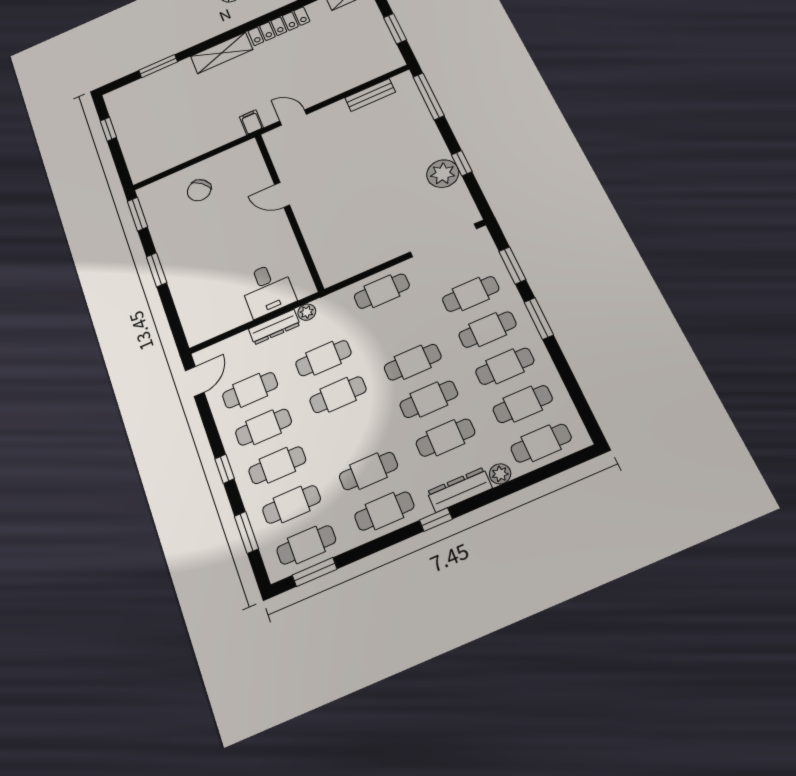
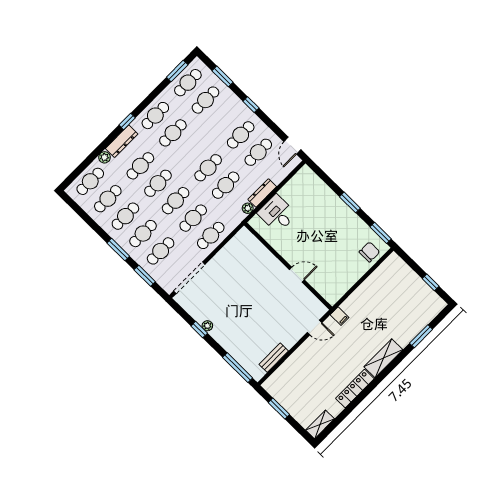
plant: (443, 174) -> (207, 326), width x0.53, depth x0.53
chair: (199, 190) -> (369, 252), moved, turned 46
cafe table: (277, 465) -> (193, 218), moved

